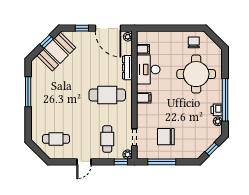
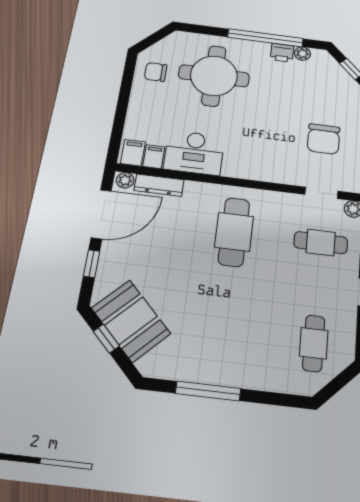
dresser: (127, 68) -> (159, 185), moved
filing cabinet: (144, 98) -> (133, 153), moved

